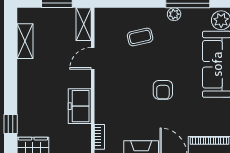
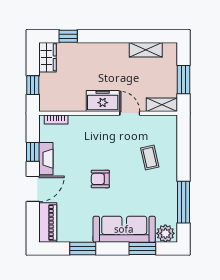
plant: (174, 14) -> (171, 189), removed
freezer: (80, 106) -> (103, 101), moved

